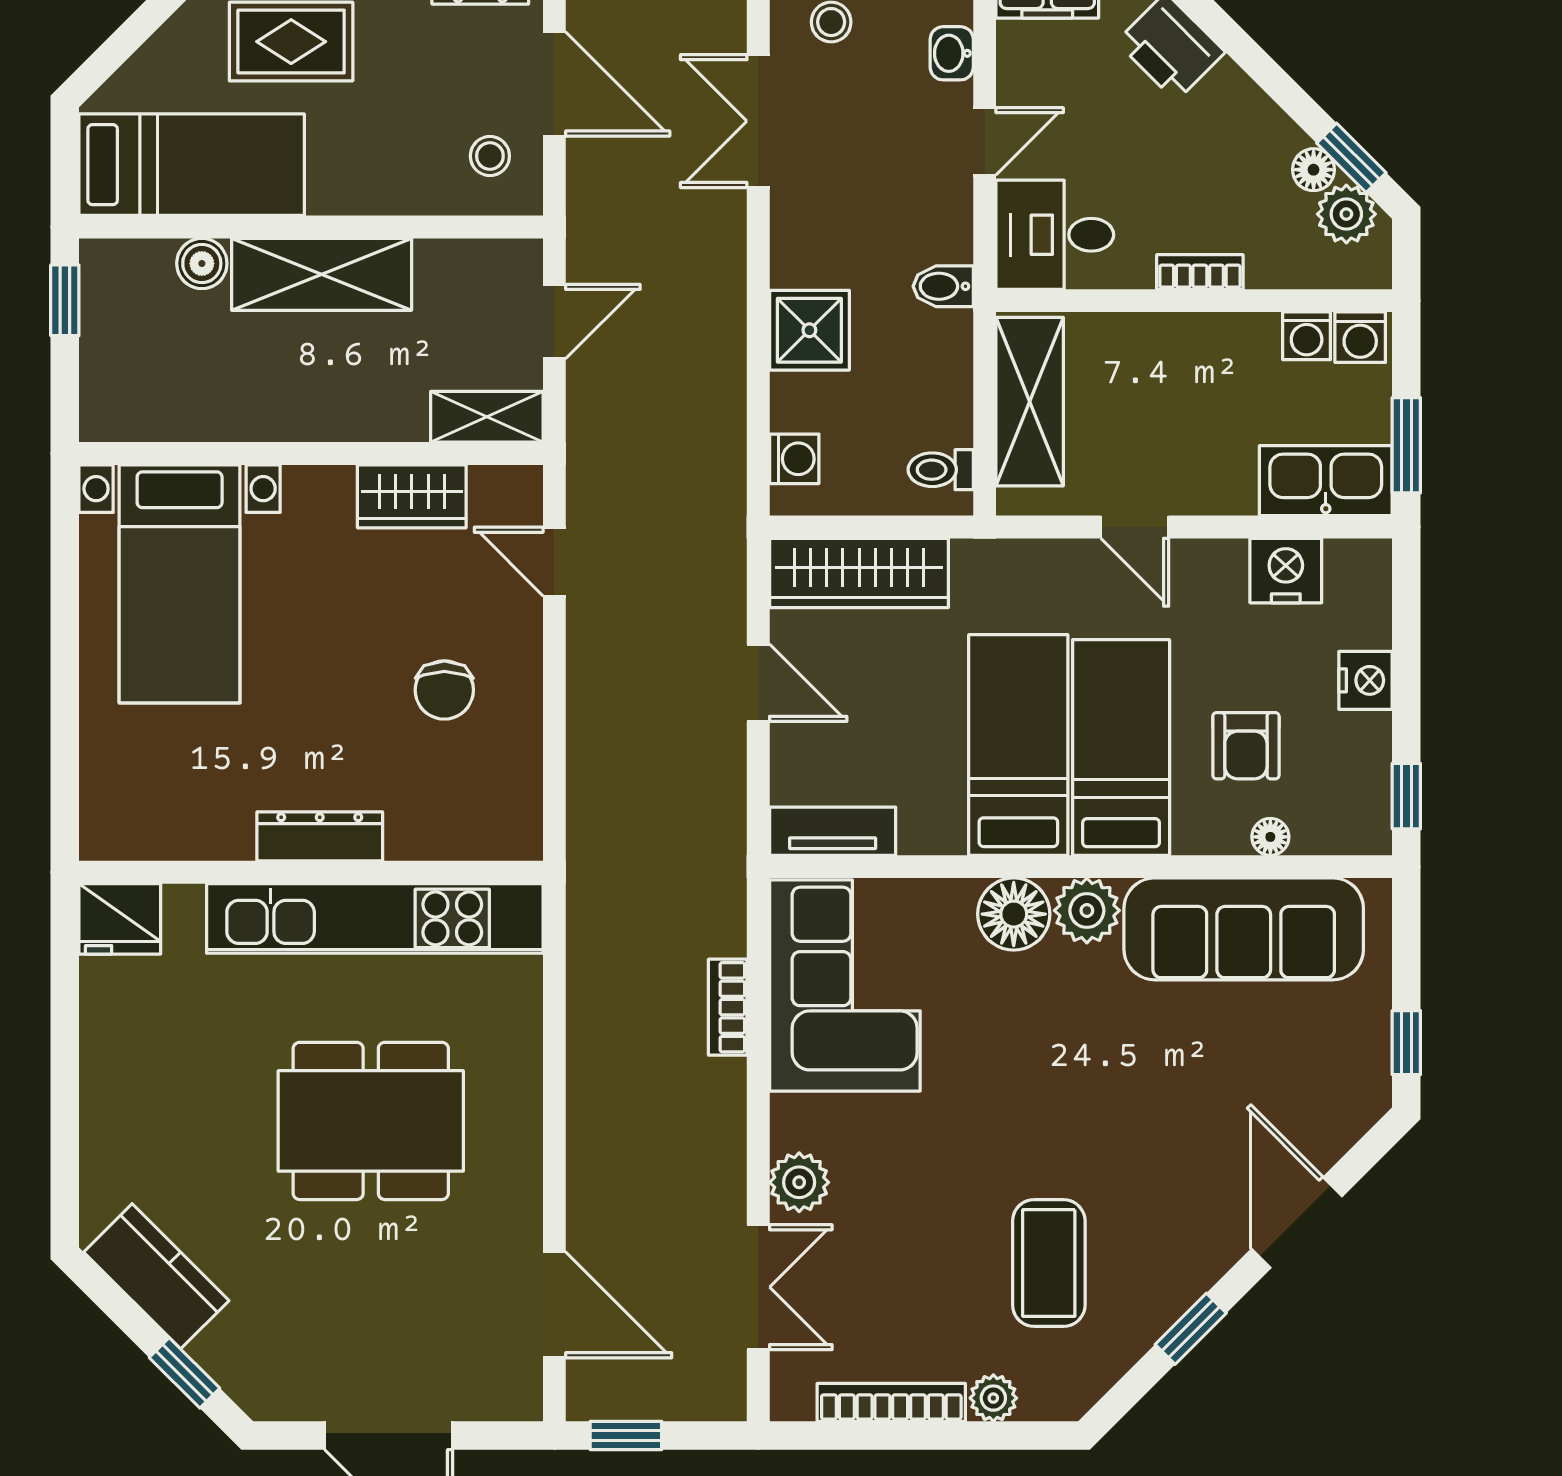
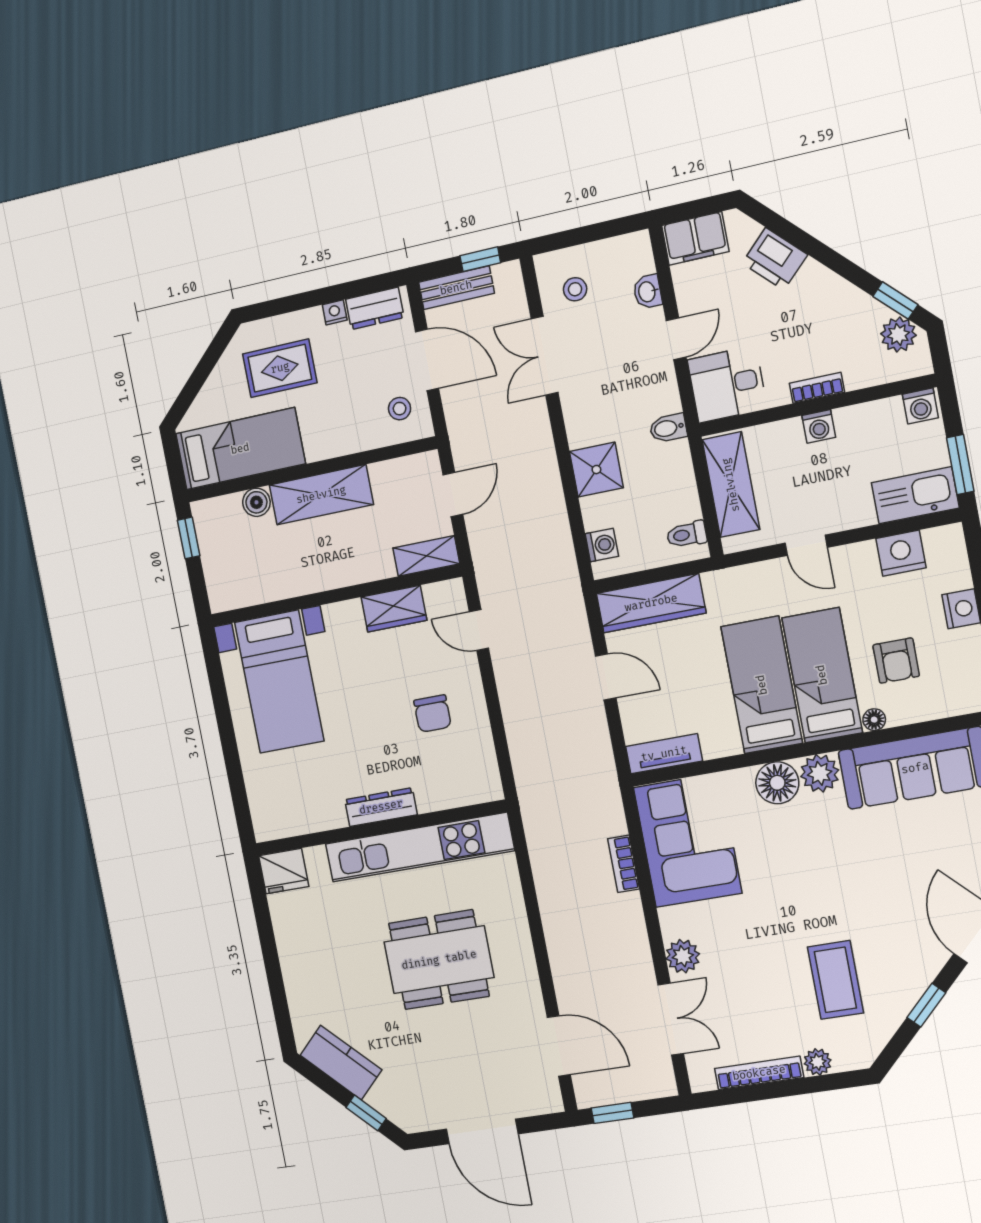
floor lamp: (1314, 170) -> (874, 312), removed
washing machine: (1307, 336) -> (819, 426), moved
floor lamp: (1270, 837) -> (874, 720), moved

